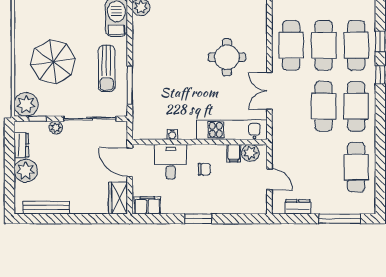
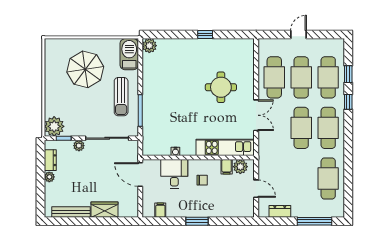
parasol: (53, 62) -> (85, 69), moved
double door: (269, 91) -> (256, 115), swing flipped
plant: (26, 171) -> (49, 177), width x0.53, depth x0.53
wardrobe: (118, 198) -> (105, 210), moved, turned 90
filing cabinet: (147, 205) -> (160, 210), width x0.50

